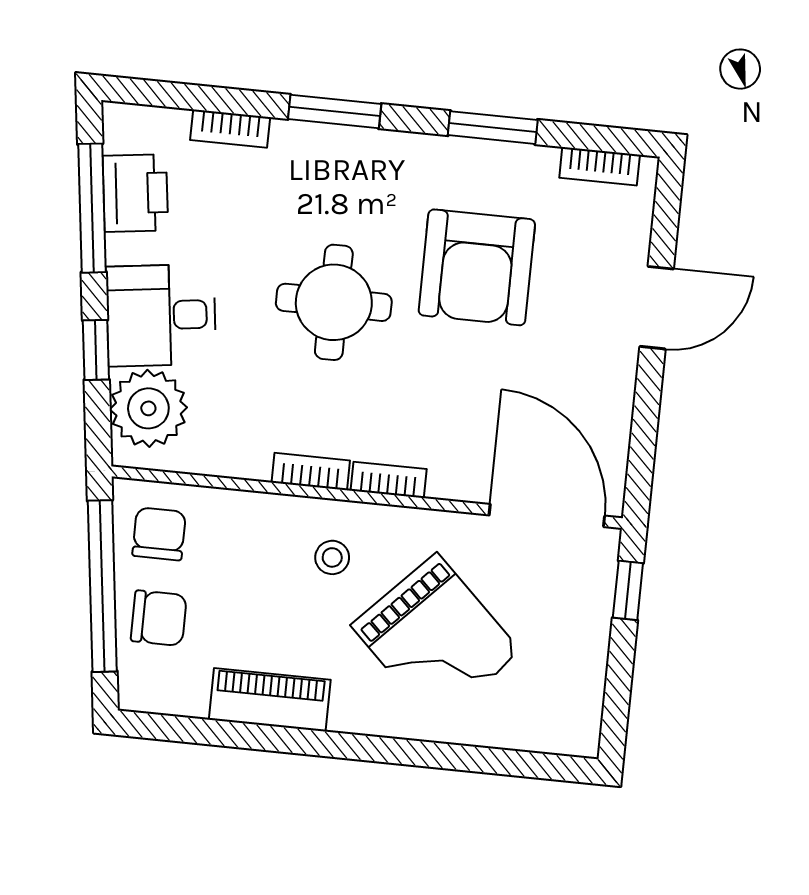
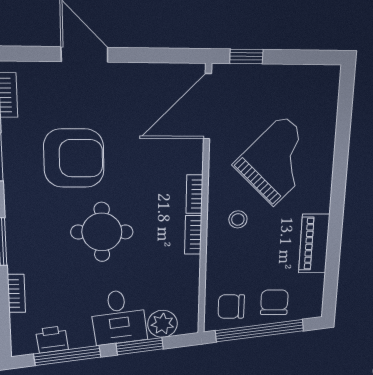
printer: (135, 193) -> (52, 339), width x0.73, depth x0.81
window: (96, 350) -> (140, 346), width x1.50
plant: (148, 408) -> (162, 324), width x0.73, depth x0.73

